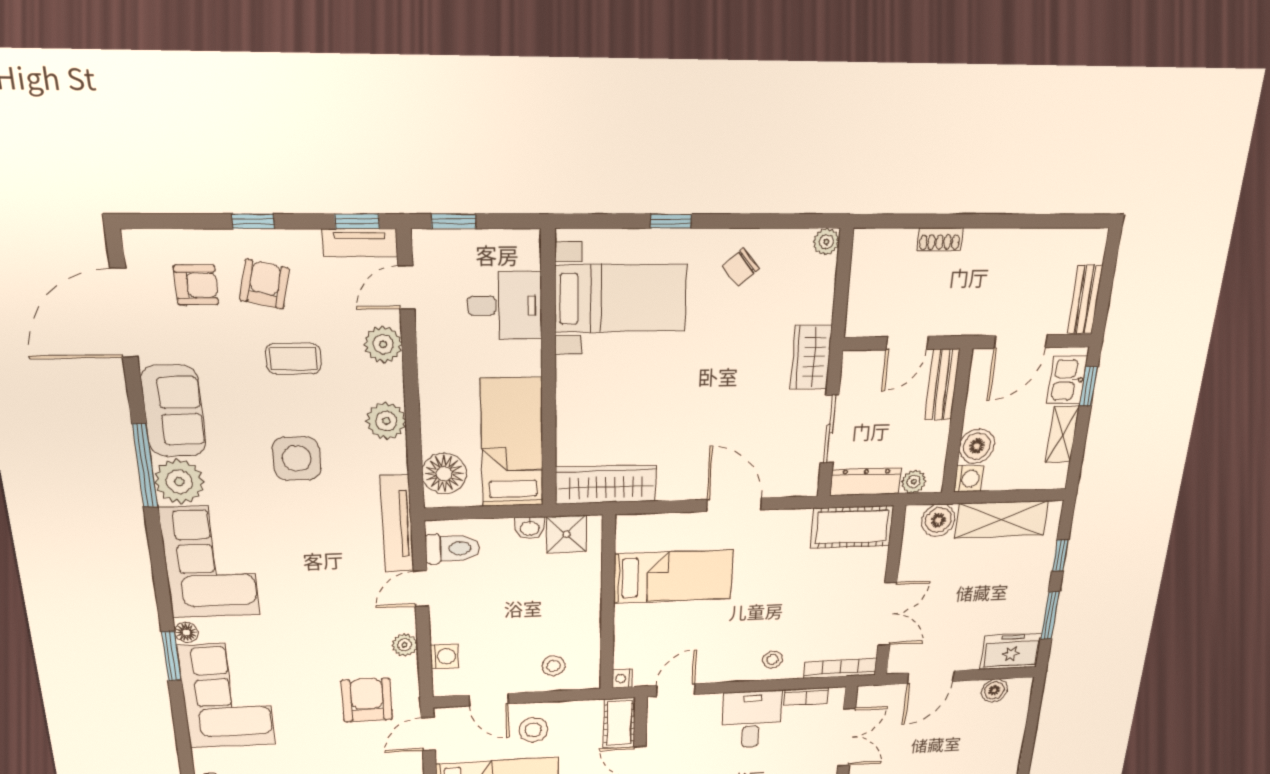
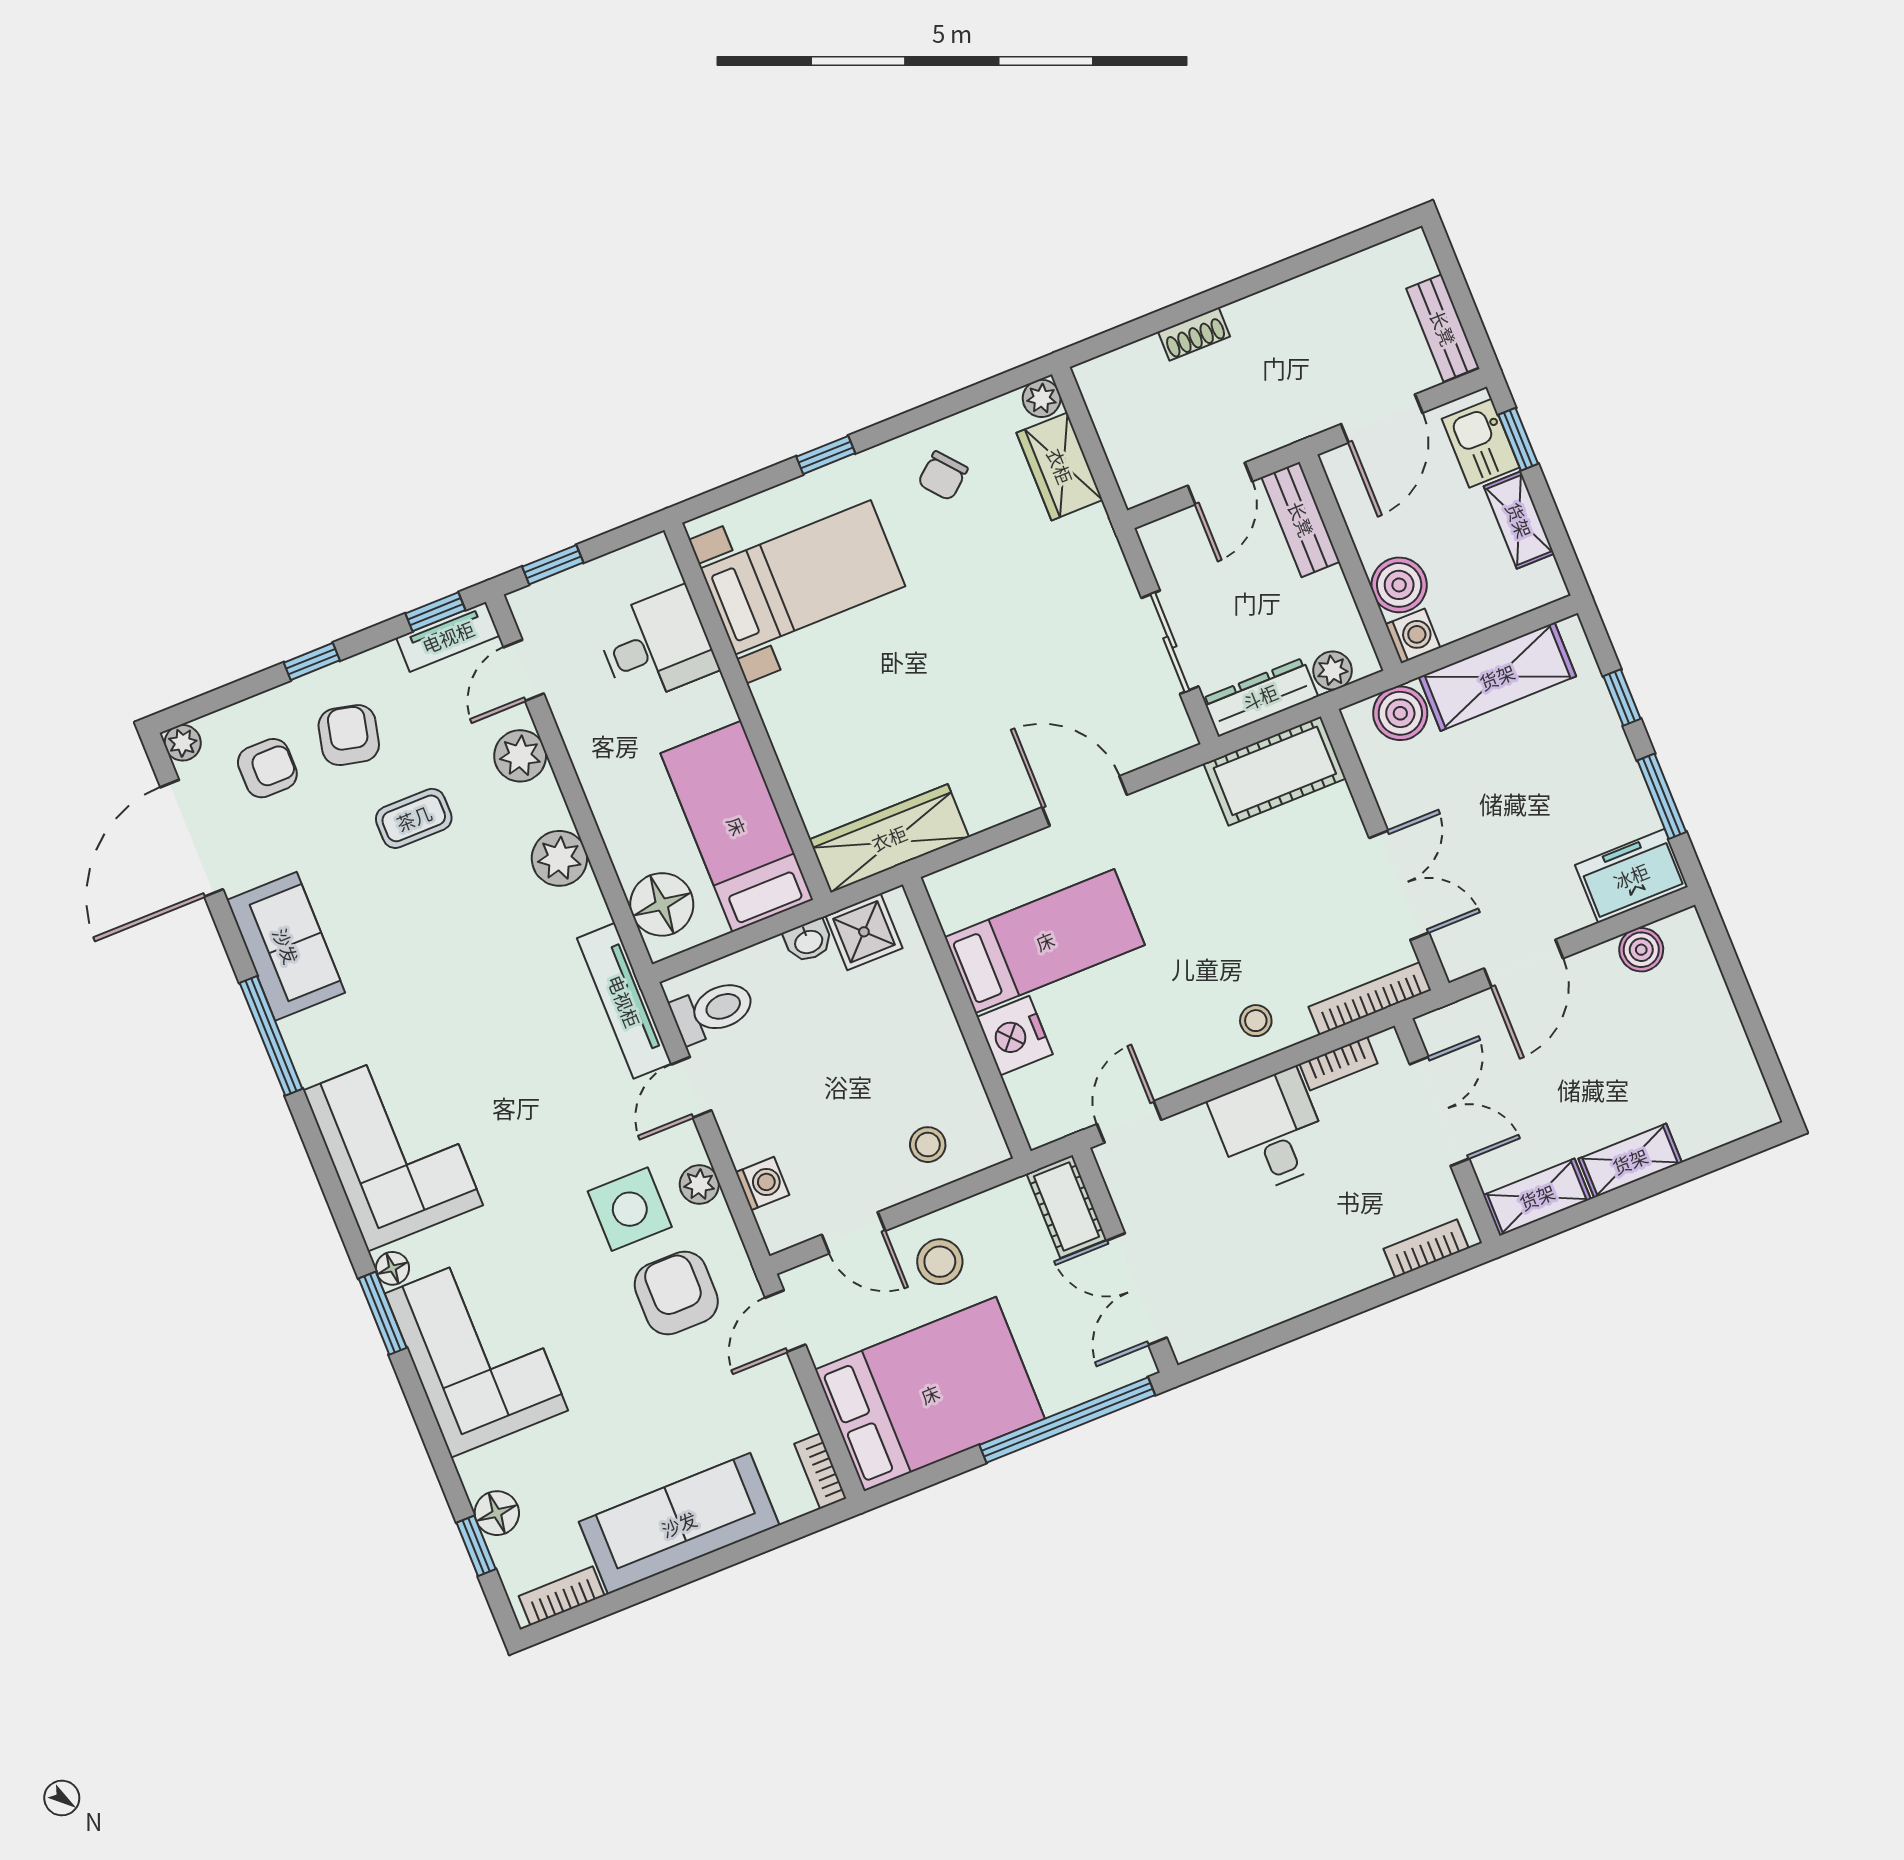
wardrobe: (811, 357) -> (1060, 466), moved
side table: (297, 458) -> (630, 1209), moved
plant: (179, 482) -> (183, 743), moved, width x0.53, depth x0.53
nightstand: (622, 678) -> (1015, 1036), moved, width x1.89, depth x1.79

